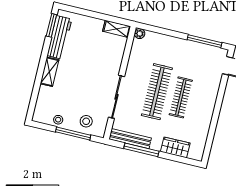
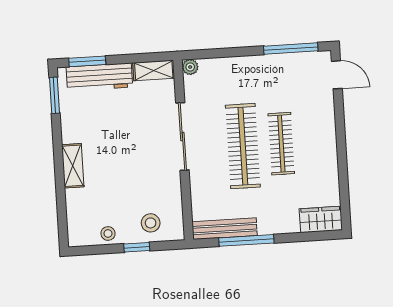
window: (78, 11) -> (87, 61), added
workbench: (59, 37) -> (99, 77), moved, turned 90
sliding door: (116, 97) -> (182, 136), moved
window: (73, 134) -> (137, 247), width x0.46
wardrobe: (175, 147) -> (321, 219), moved

